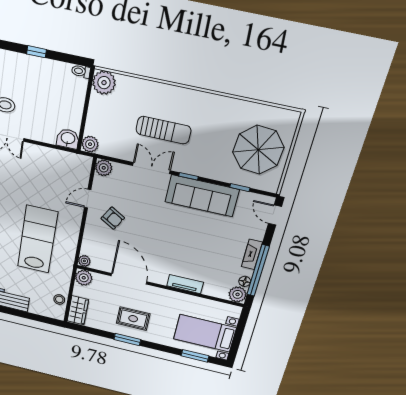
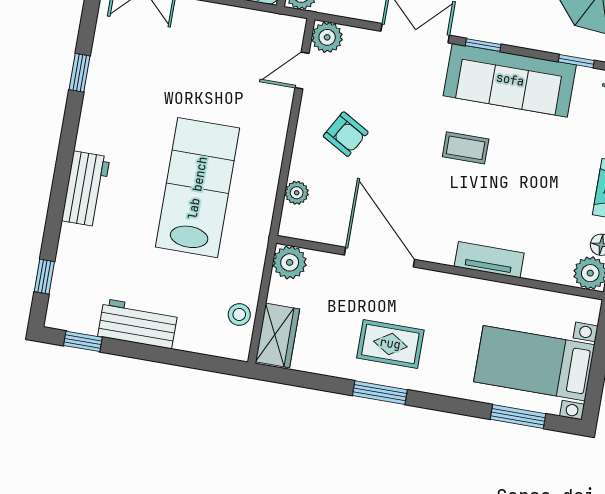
door: (88, 199) -> (302, 71), moved
coffee table: (176, 229) -> (466, 148), added
plant: (84, 261) -> (297, 193), moved

